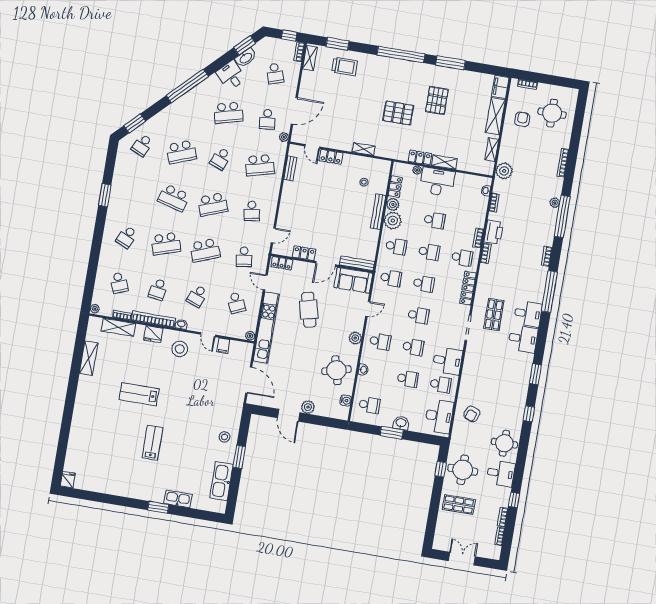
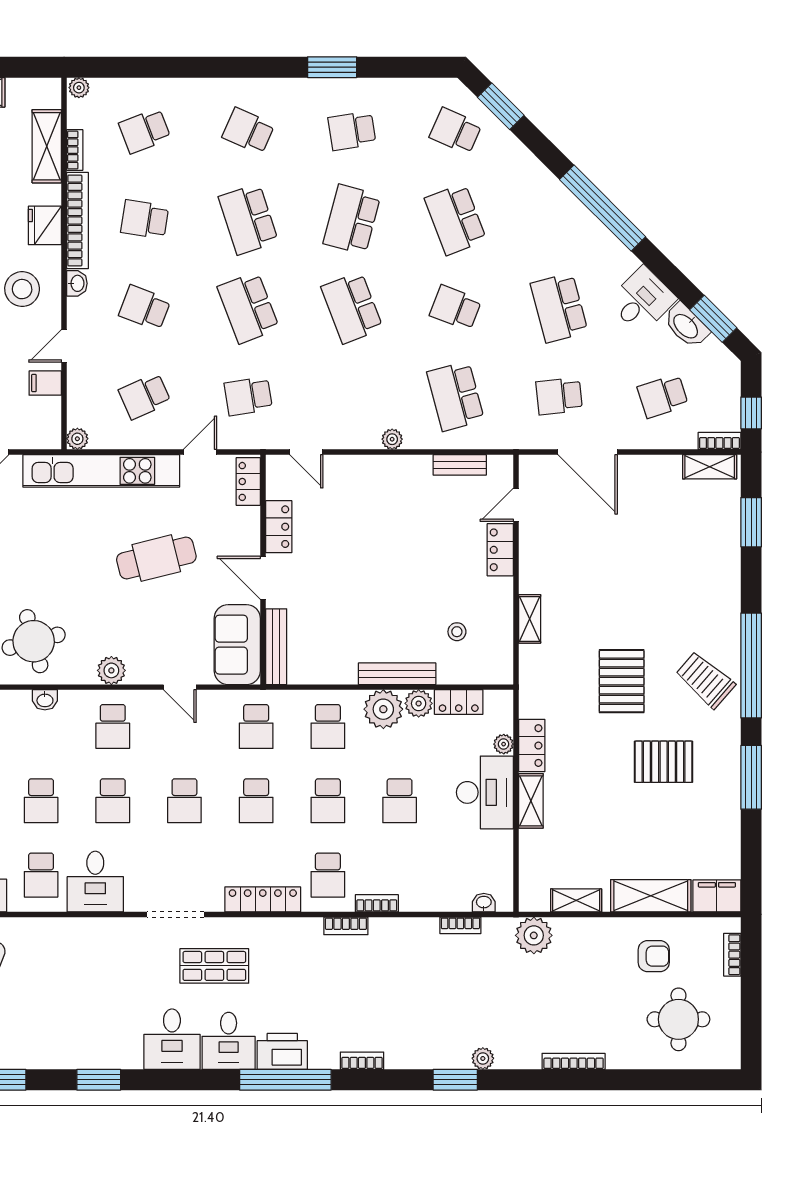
trolley: (344, 66) -> (705, 680), moved, turned 131
plant: (284, 137) -> (392, 439), moved
school desk: (252, 211) -> (352, 131), moved
window: (562, 216) -> (455, 1080), width x0.47
printer: (494, 232) -> (282, 1051), moved, turned 180

